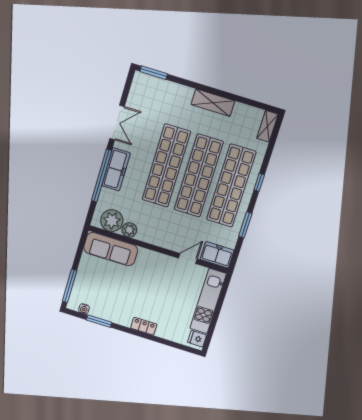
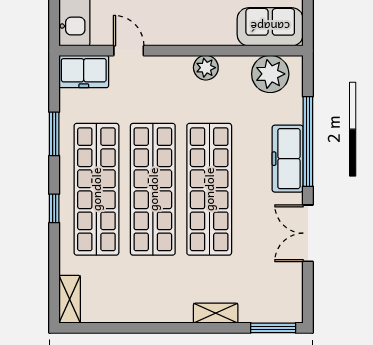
shelving: (213, 103) -> (216, 313), moved, width x0.67, depth x0.75
plant: (129, 230) -> (206, 68), moved
sofa: (111, 249) -> (270, 27), width x0.73
door: (188, 259) -> (129, 51), swing flipped

